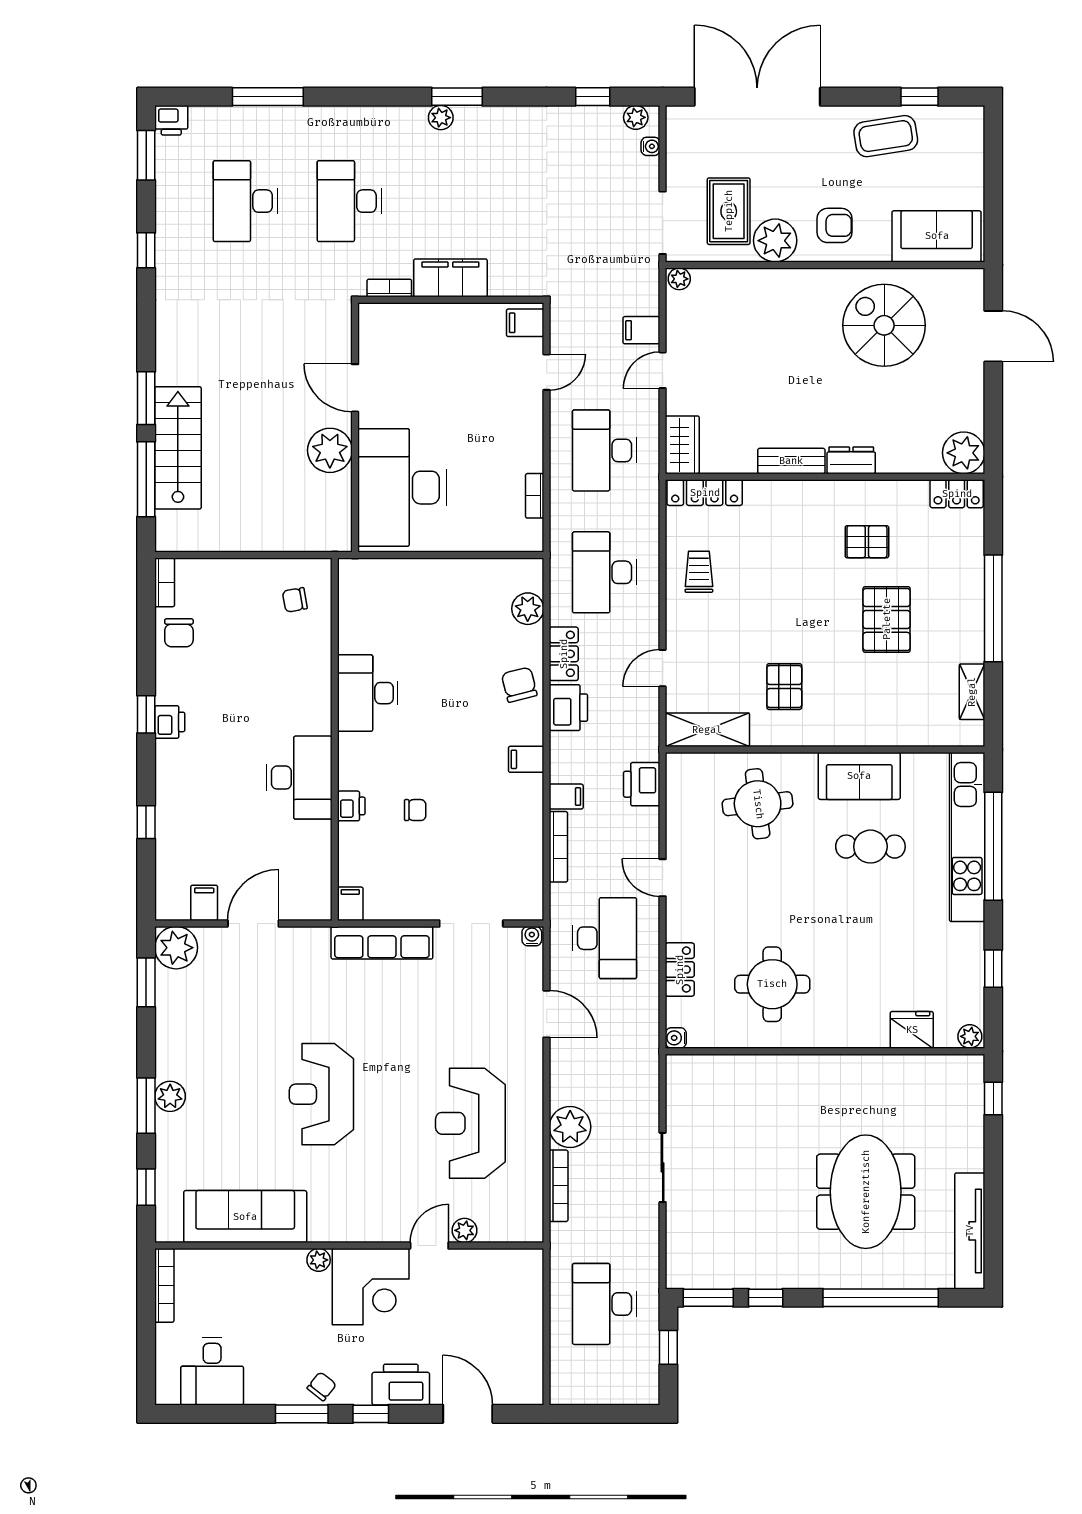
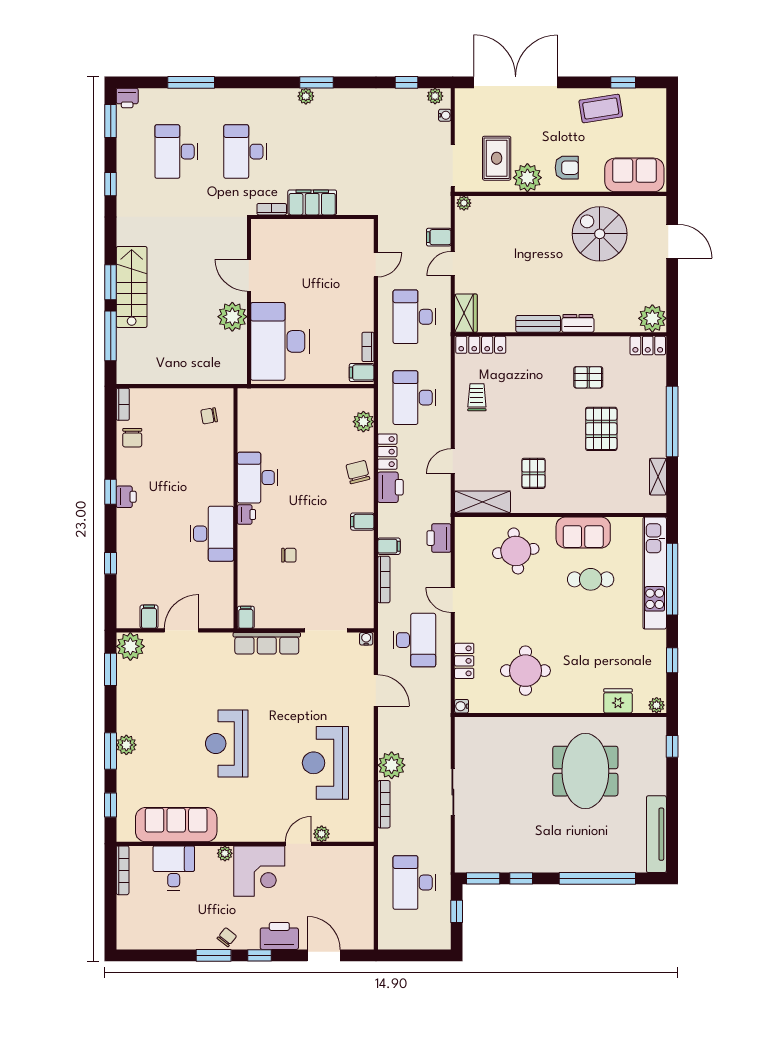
filing cabinet: (525, 323) -> (362, 372), moved
stairs: (178, 448) -> (132, 287), moved
printer: (351, 806) -> (246, 515), moved
meeting table: (866, 1192) -> (585, 771), moved
desk: (212, 1371) -> (174, 868), moved, turned 180

